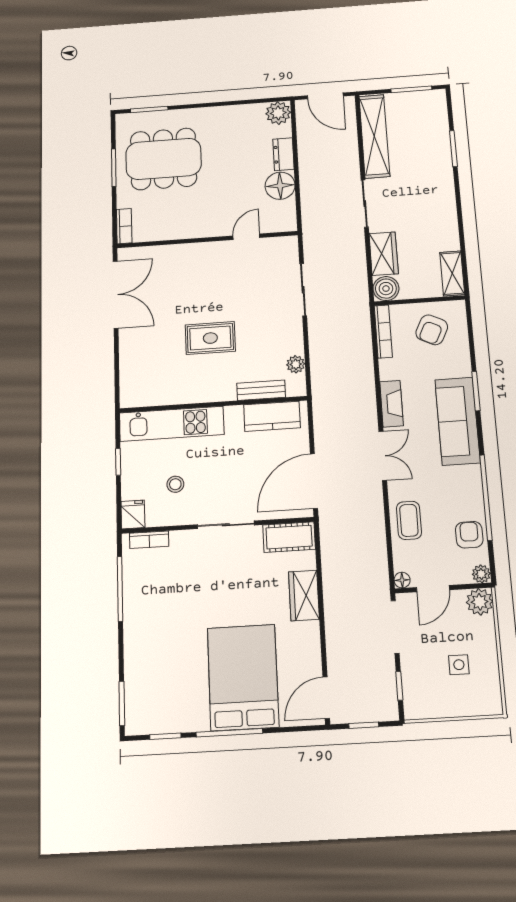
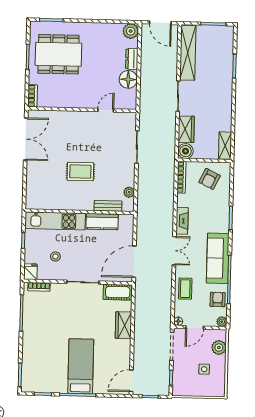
kitchen counter: (272, 416) -> (102, 222), moved
sofa: (457, 421) -> (218, 258), moved
plant: (480, 602) -> (219, 348), moved
bed: (243, 677) -> (81, 366), width x0.67

